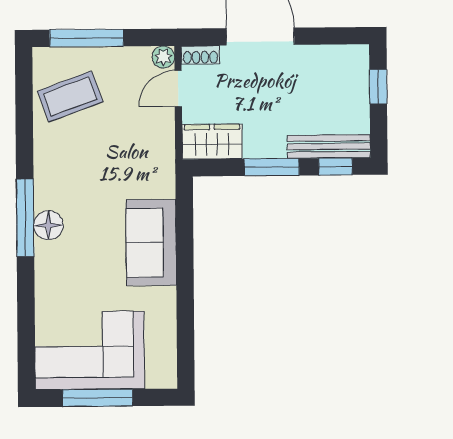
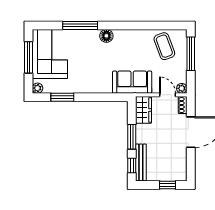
window: (25, 218) -> (80, 25), moved
sofa: (151, 243) -> (132, 82), moved
window: (185, 322) -> (62, 97), added
plant: (166, 377) -> (37, 88), added

